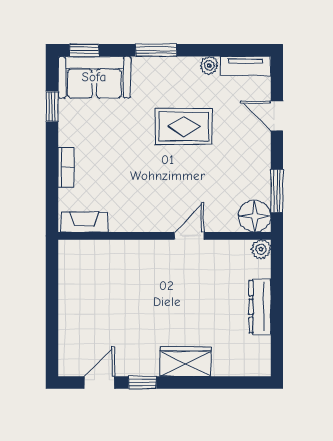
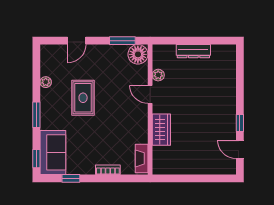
tv unit: (246, 66) -> (46, 60), removed
plant: (261, 249) -> (158, 75), moved
wardrobe: (185, 361) -> (161, 130), moved, turned 180

